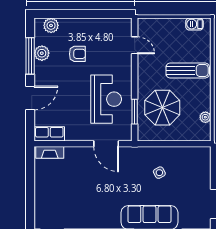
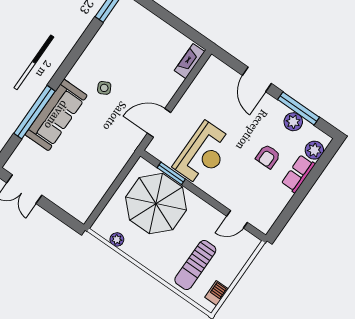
sun lounger: (188, 70) -> (195, 265), moved
reception desk: (106, 99) -> (203, 154), turned -90
parasol: (162, 108) -> (156, 204), width x1.36, depth x1.36
row of seats: (49, 134) -> (298, 174), moved, turned 180
side table: (159, 173) -> (104, 88), moved

